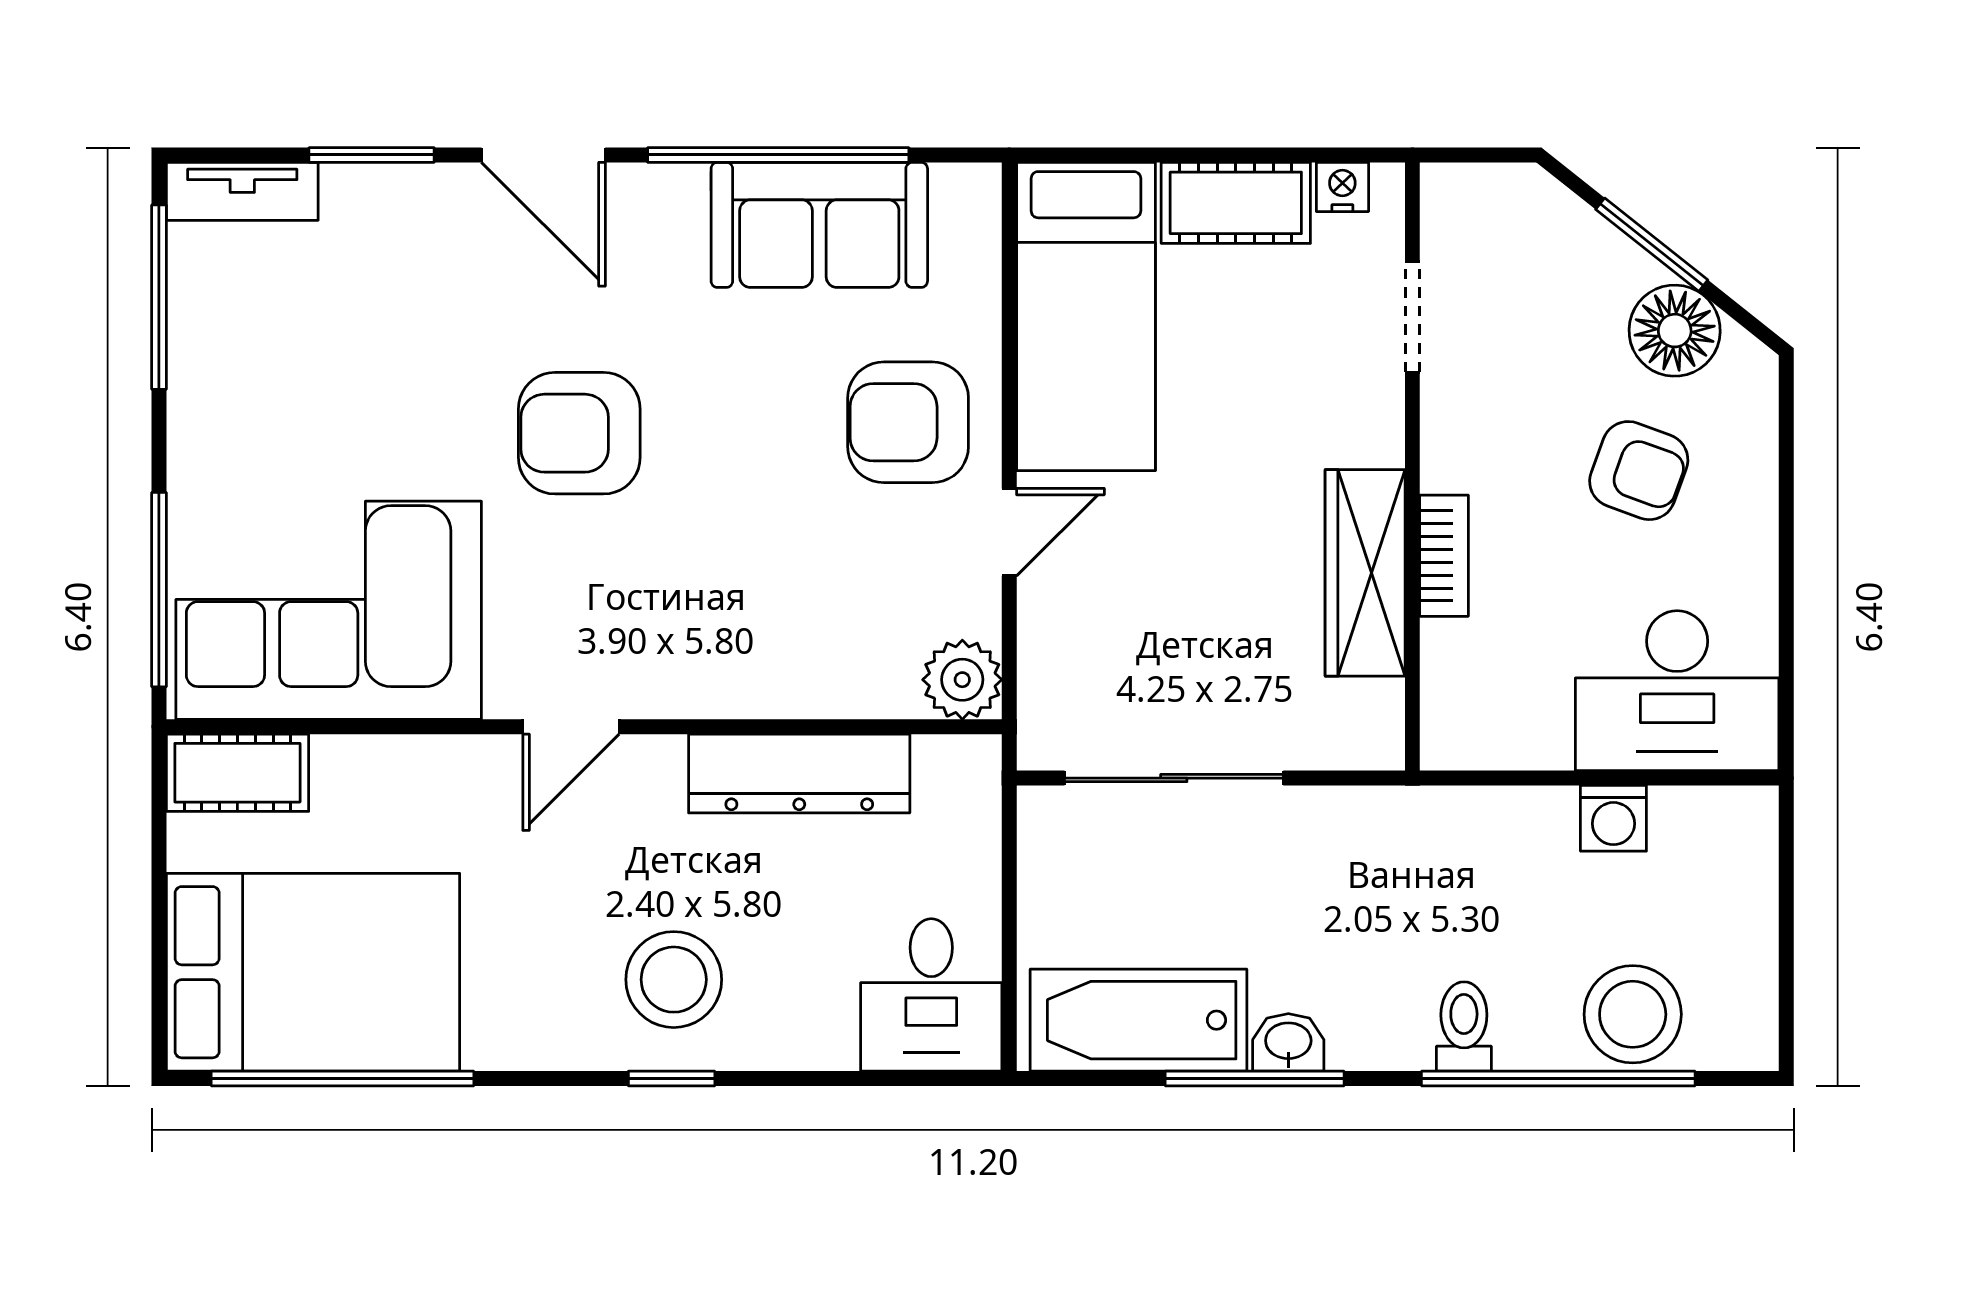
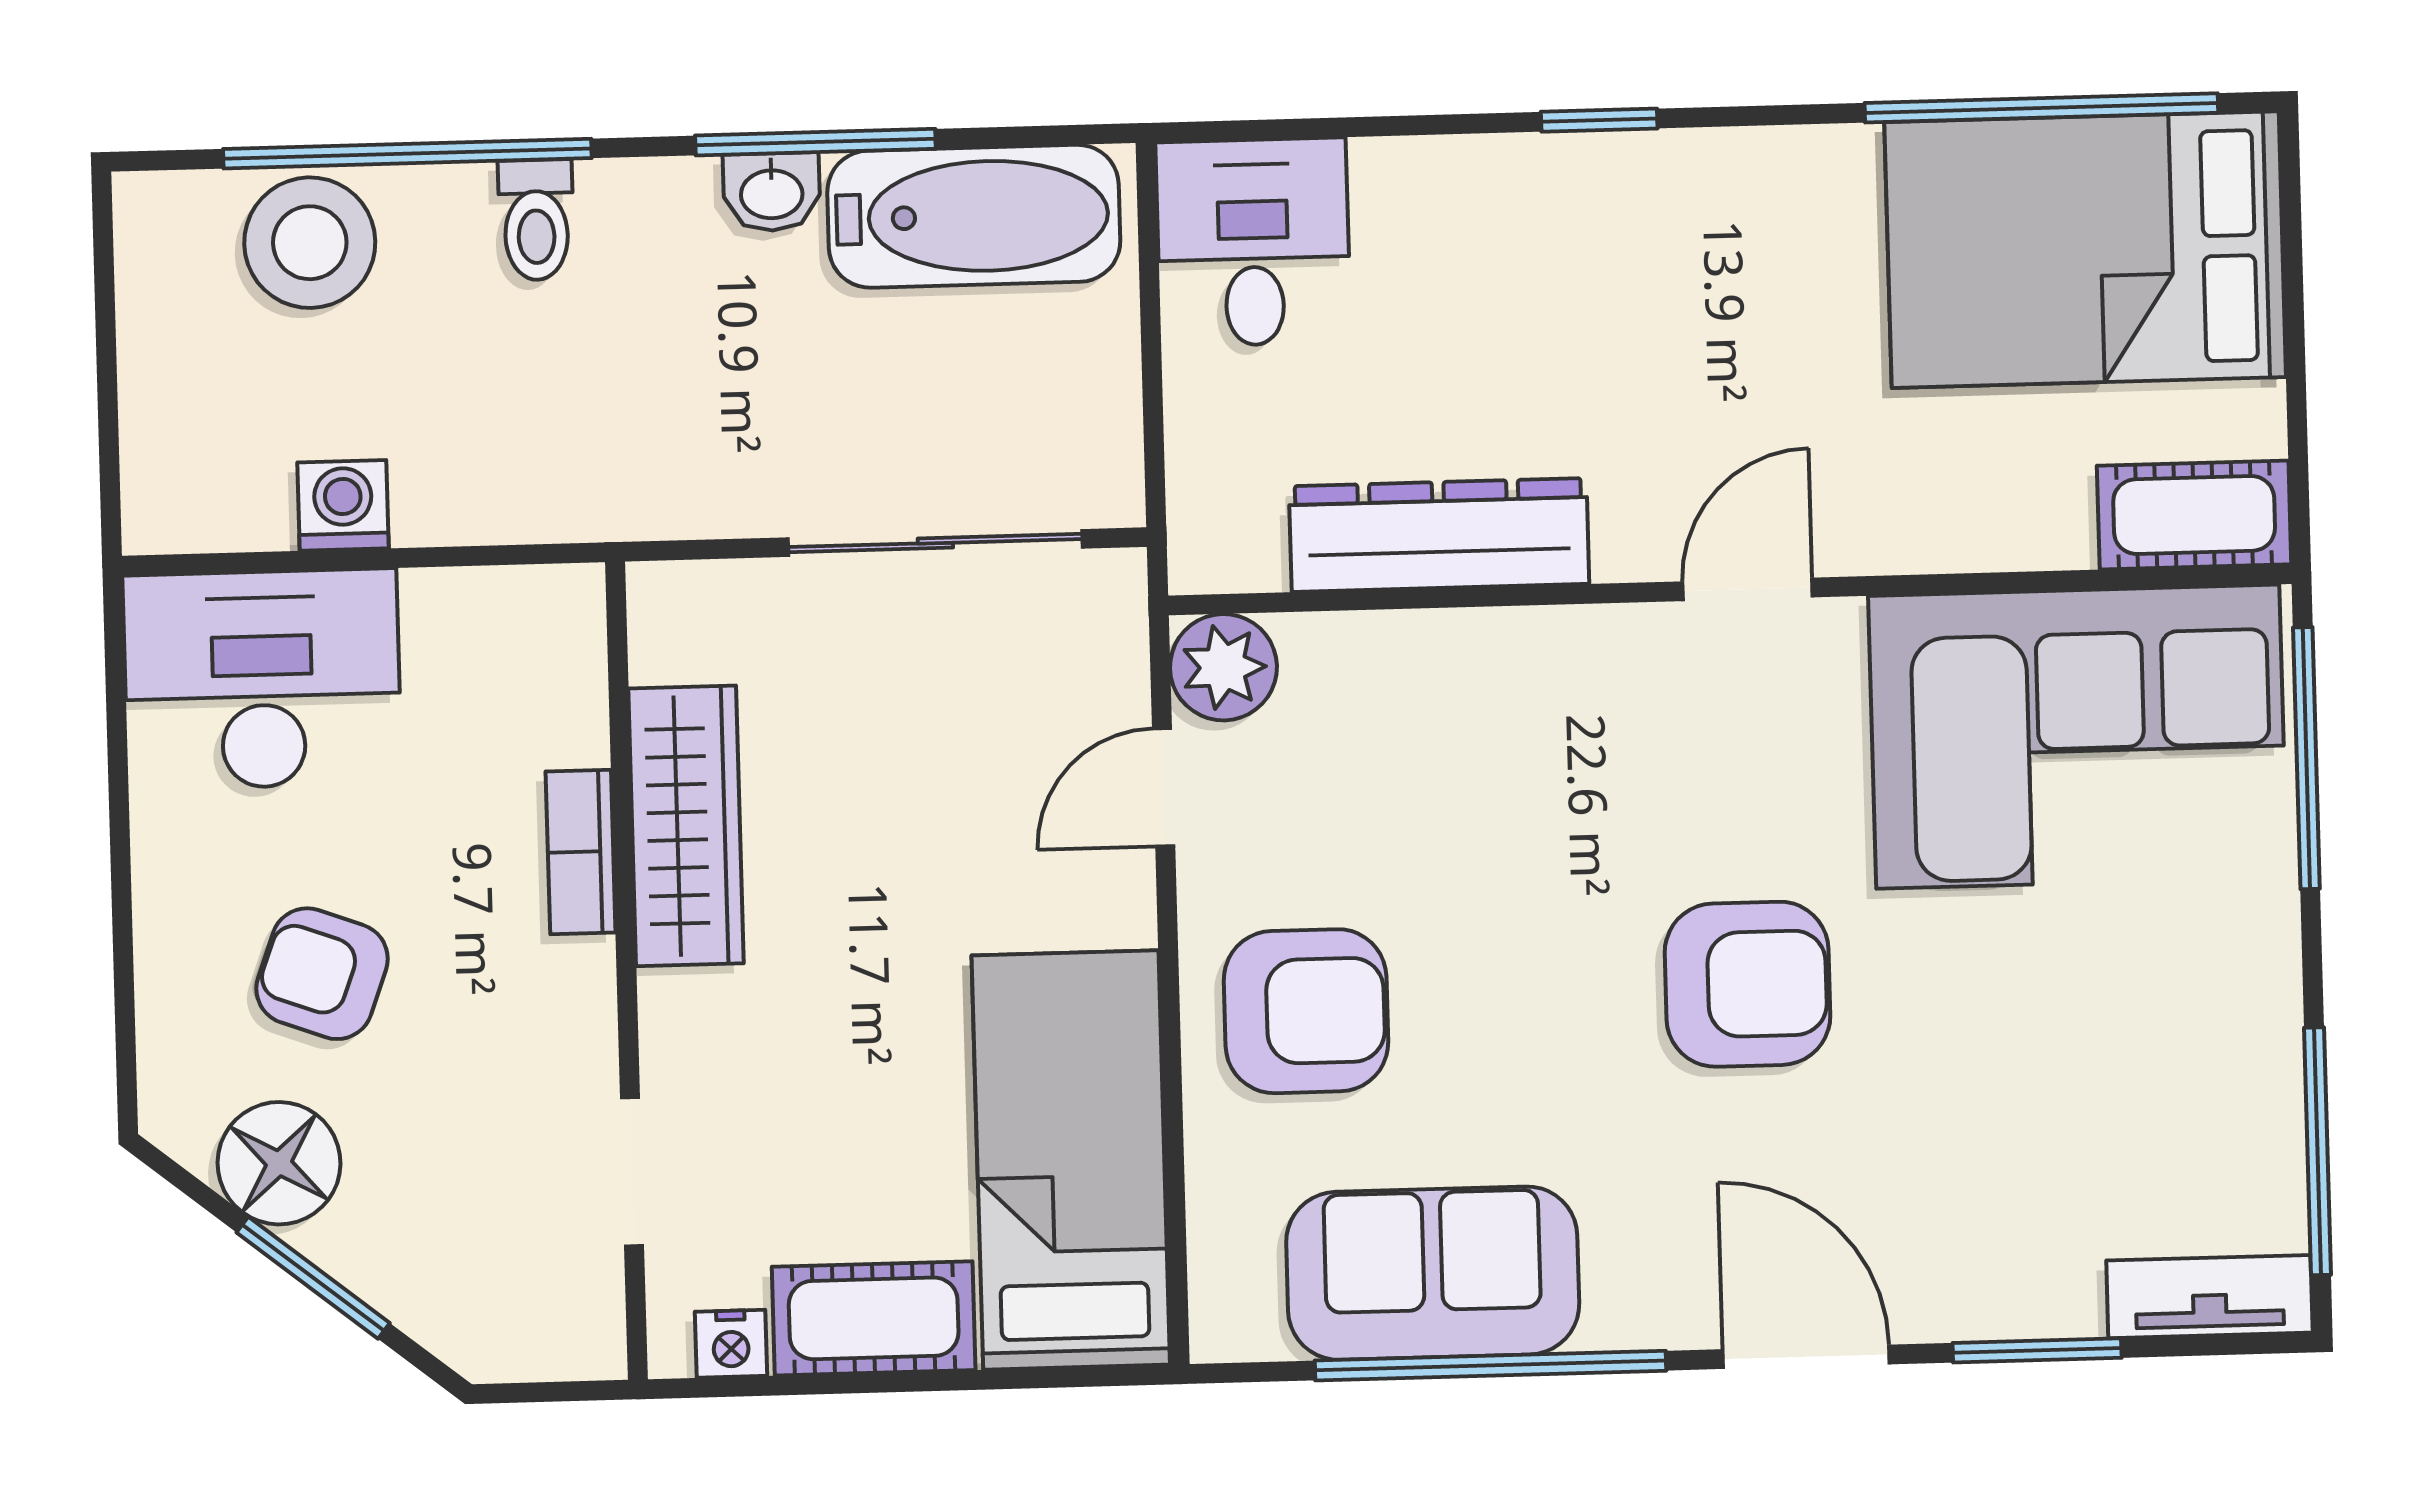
door: (1009, 532) -> (1164, 787), moved
stool: (674, 980) -> (1600, 253), removed

